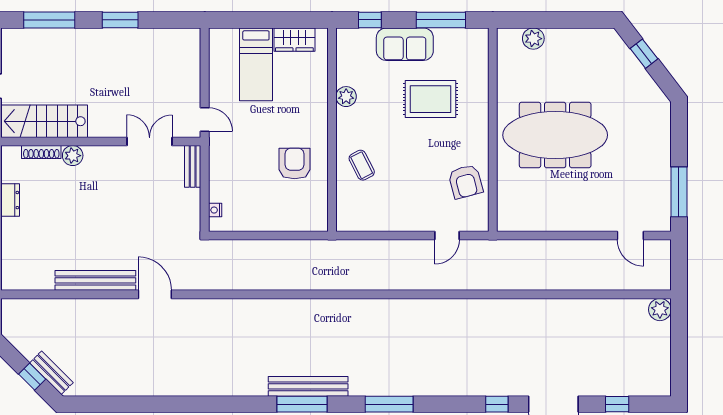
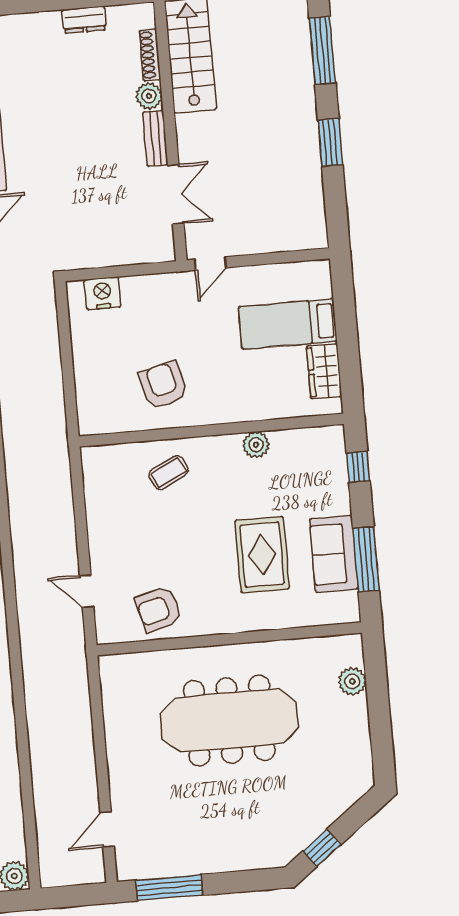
sofa: (405, 44) -> (334, 554), moved
window: (644, 54) -> (322, 848), moved
meeting table: (555, 135) -> (229, 721), turned 90
armchair: (295, 164) -> (163, 385), turned -104
bench: (193, 166) -> (155, 138), moved, turned 90
nightstand: (215, 210) -> (103, 293), width x1.89, depth x1.79

